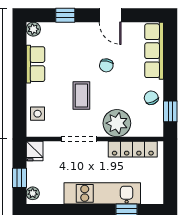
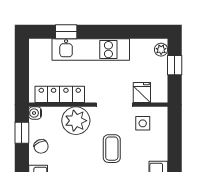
side table: (38, 114) -> (143, 123), moved
water cooler: (157, 131) -> (35, 113), added
fridge: (35, 151) -> (142, 92), moved

